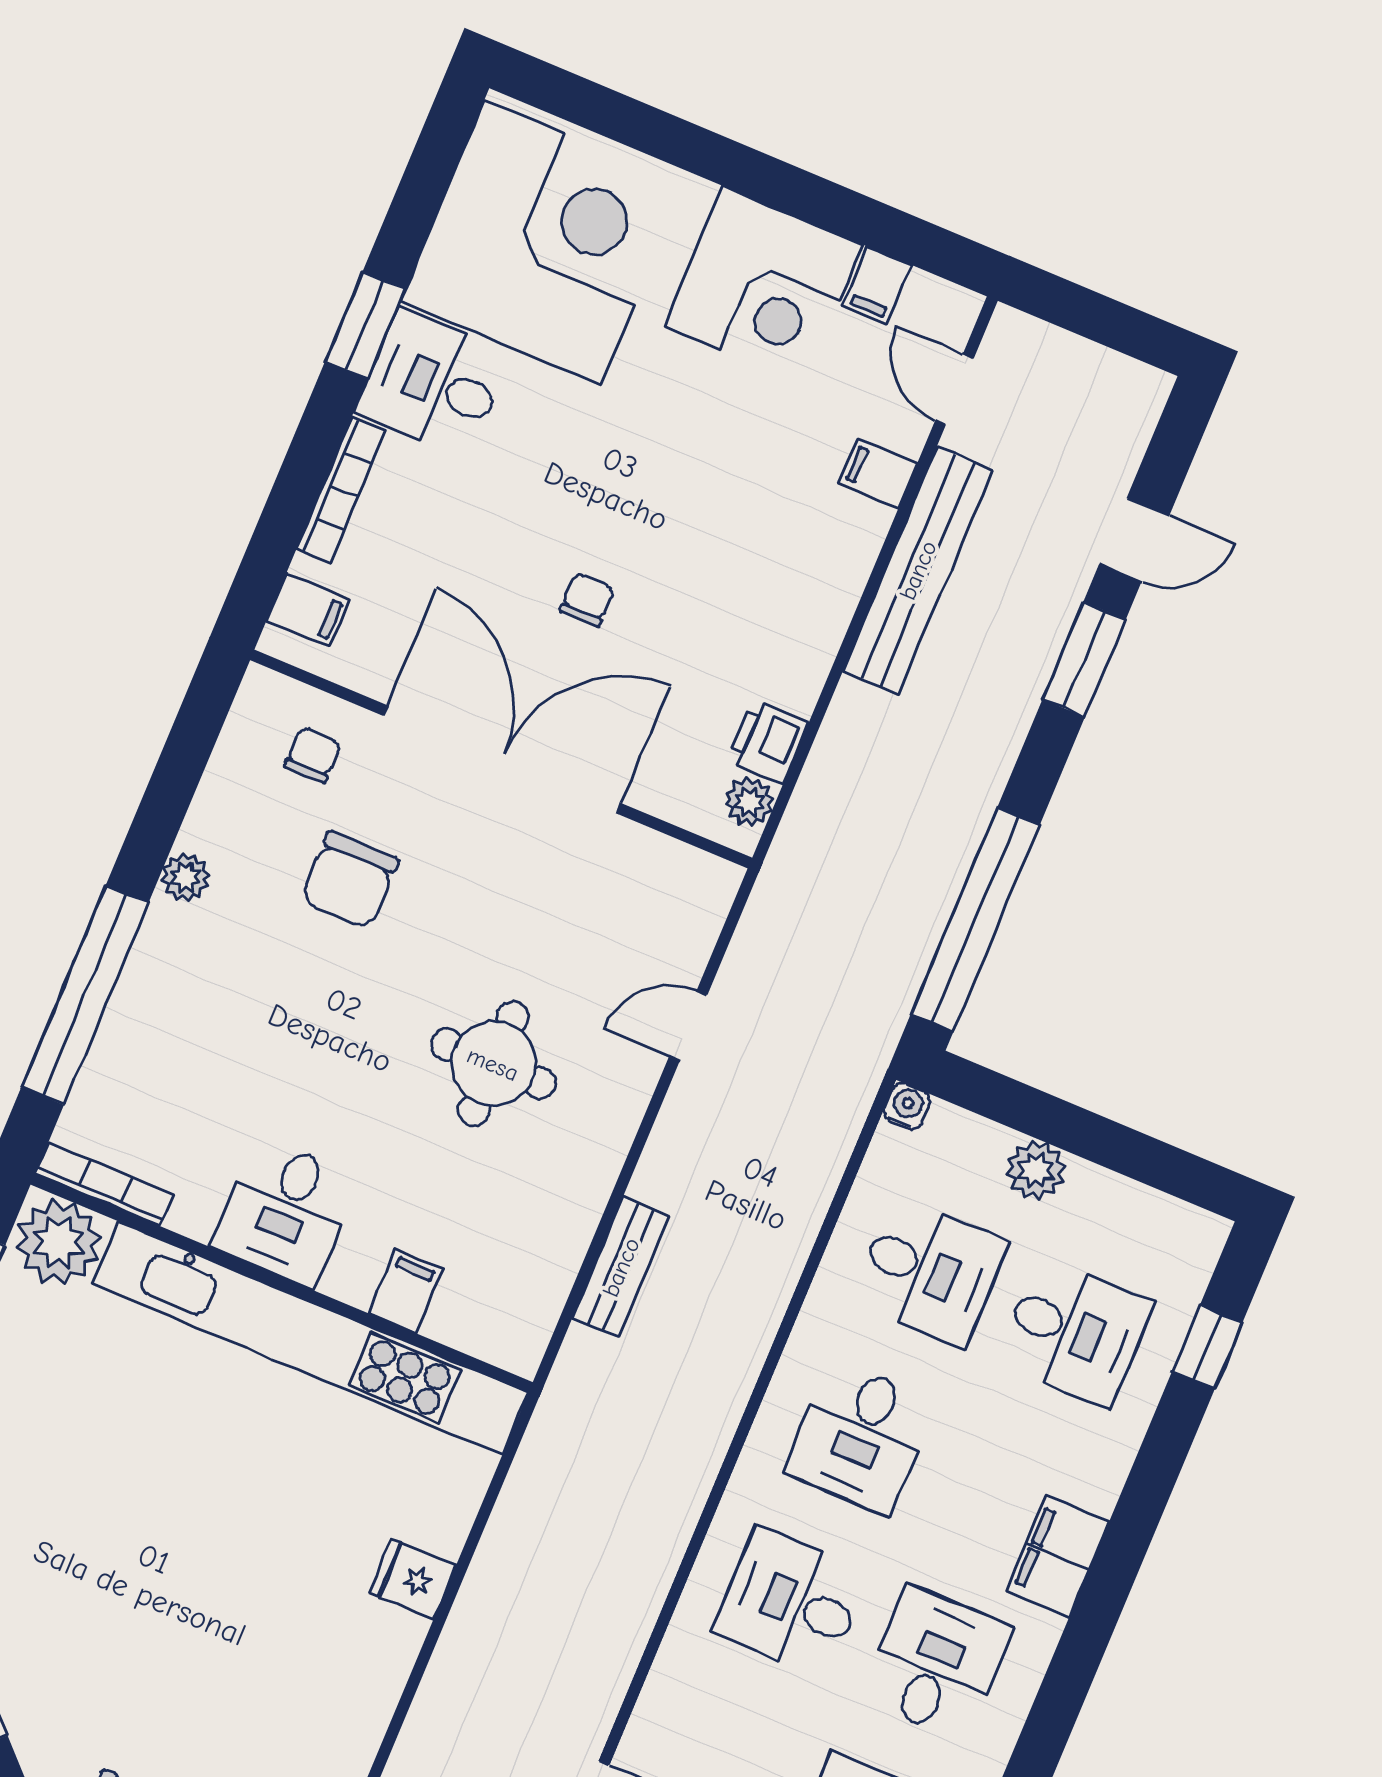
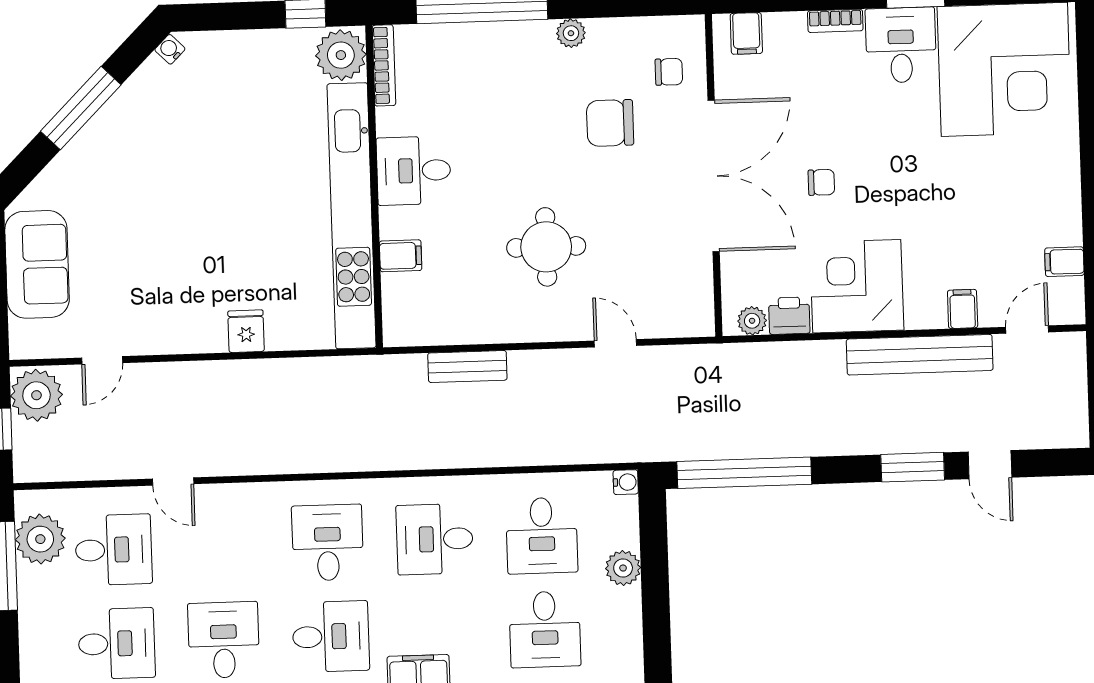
corner desk: (763, 285) -> (857, 286), moved, turned 90
bookcase: (341, 490) -> (835, 21), width x0.64

